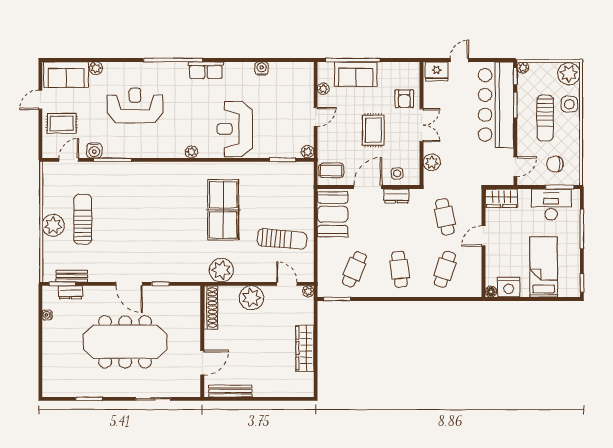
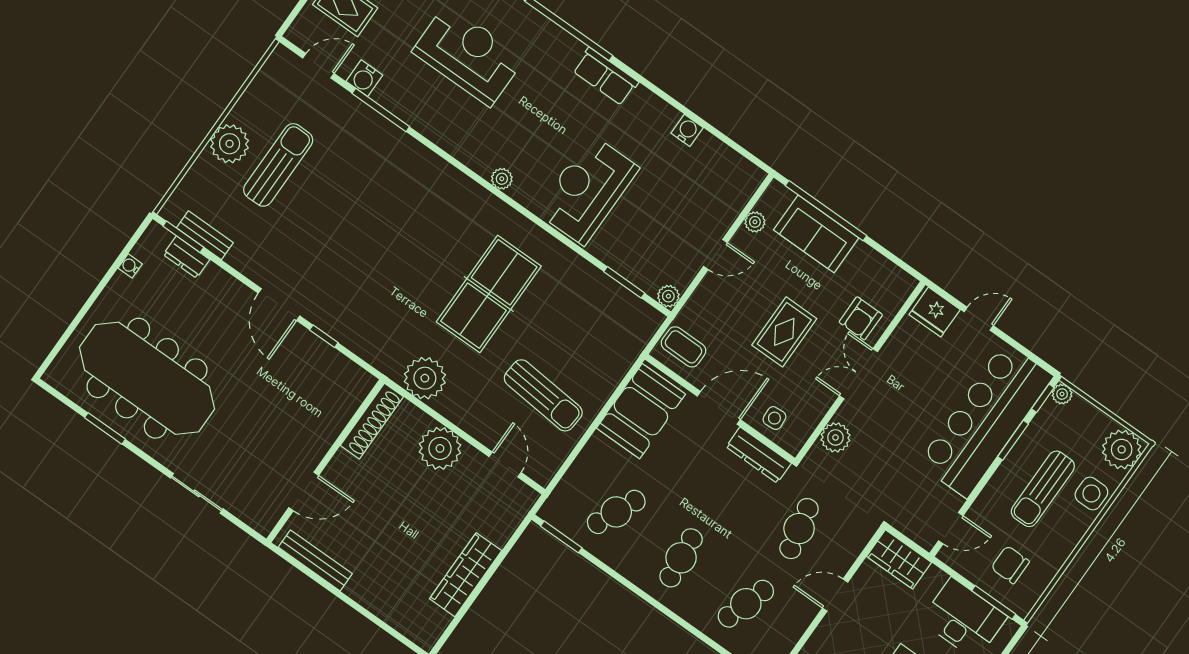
double door: (422, 125) -> (859, 374), swing flipped
dresser: (396, 196) -> (759, 455), width x1.44
plant: (308, 291) -> (528, 497), removed
meeting table: (125, 342) -> (147, 378), moved

